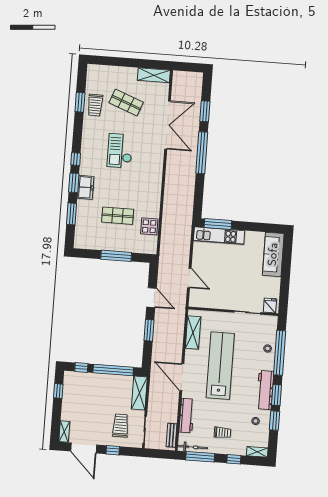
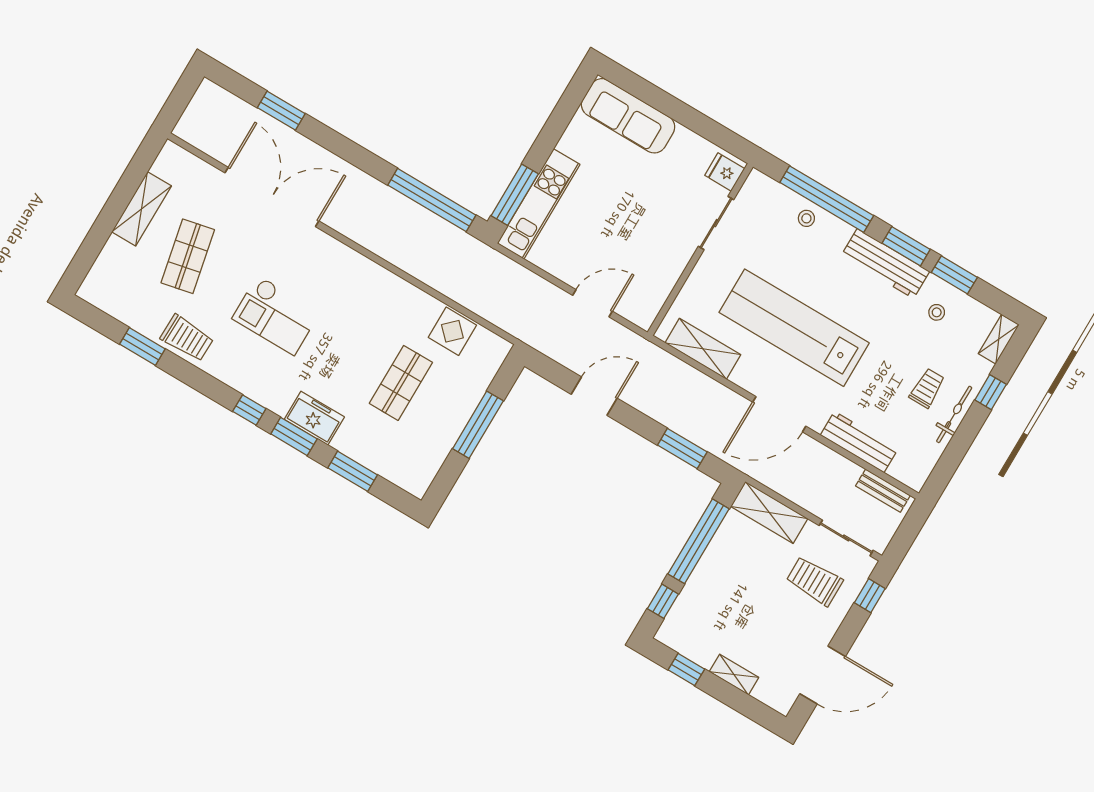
shelving: (154, 75) -> (142, 209), moved
shop shelf: (126, 103) -> (188, 256), turned -33
trolley: (95, 105) -> (187, 338), moved
window: (202, 153) -> (432, 200), moved
window: (149, 330) -> (682, 448), moved
shelving: (64, 431) -> (734, 675), moved
bicycle: (193, 447) -> (954, 414), moved
window: (113, 450) -> (870, 596), moved
window: (200, 457) -> (953, 455), removed

